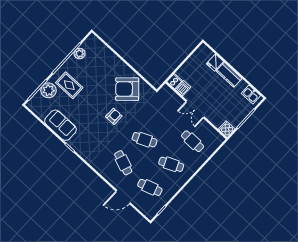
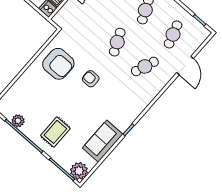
armchair: (127, 89) -> (58, 64), turned -48
plant: (49, 90) -> (79, 171), moved

